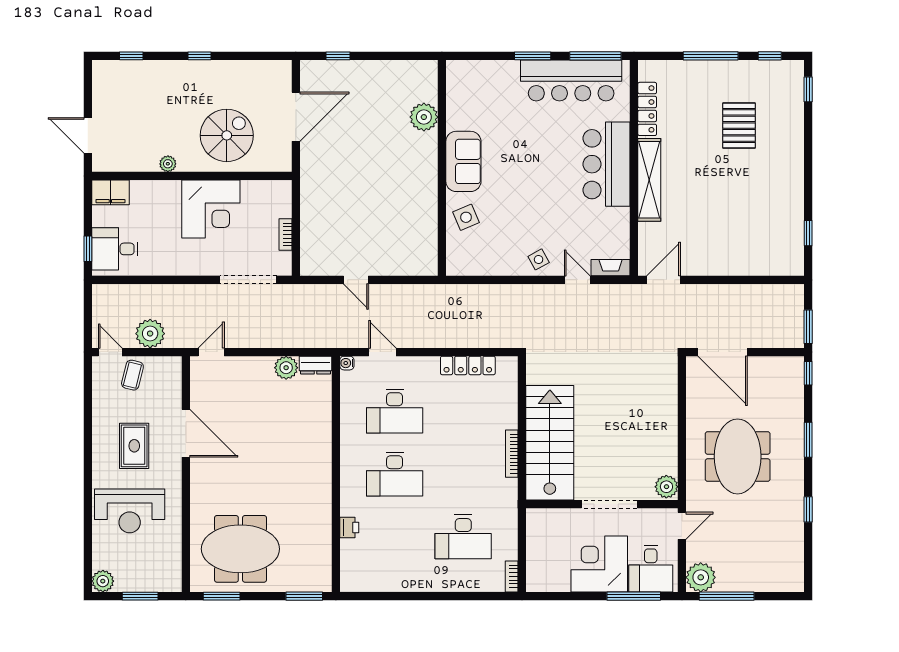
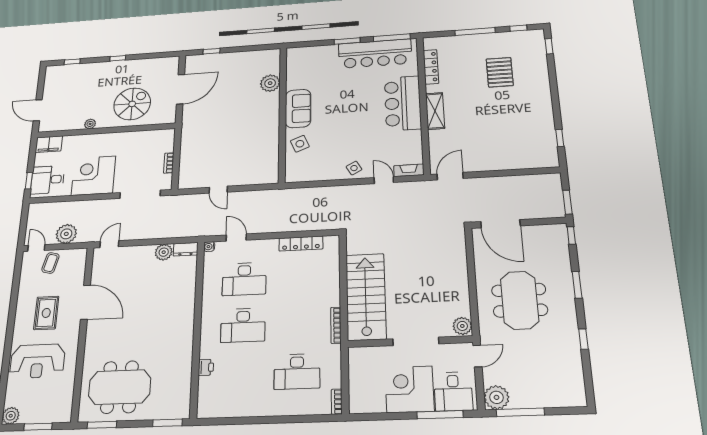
shelving: (649, 180) -> (435, 111), width x0.68
corner desk: (211, 209) -> (93, 176), moved, turned 180
bookcase: (512, 454) -> (336, 325), moved

